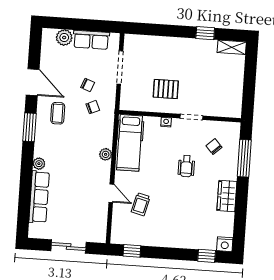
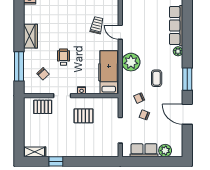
pallet: (217, 104) -> (43, 107), added
coffee table: (58, 113) -> (157, 78), moved
plant: (106, 154) -> (131, 62), width x1.88, depth x1.88

